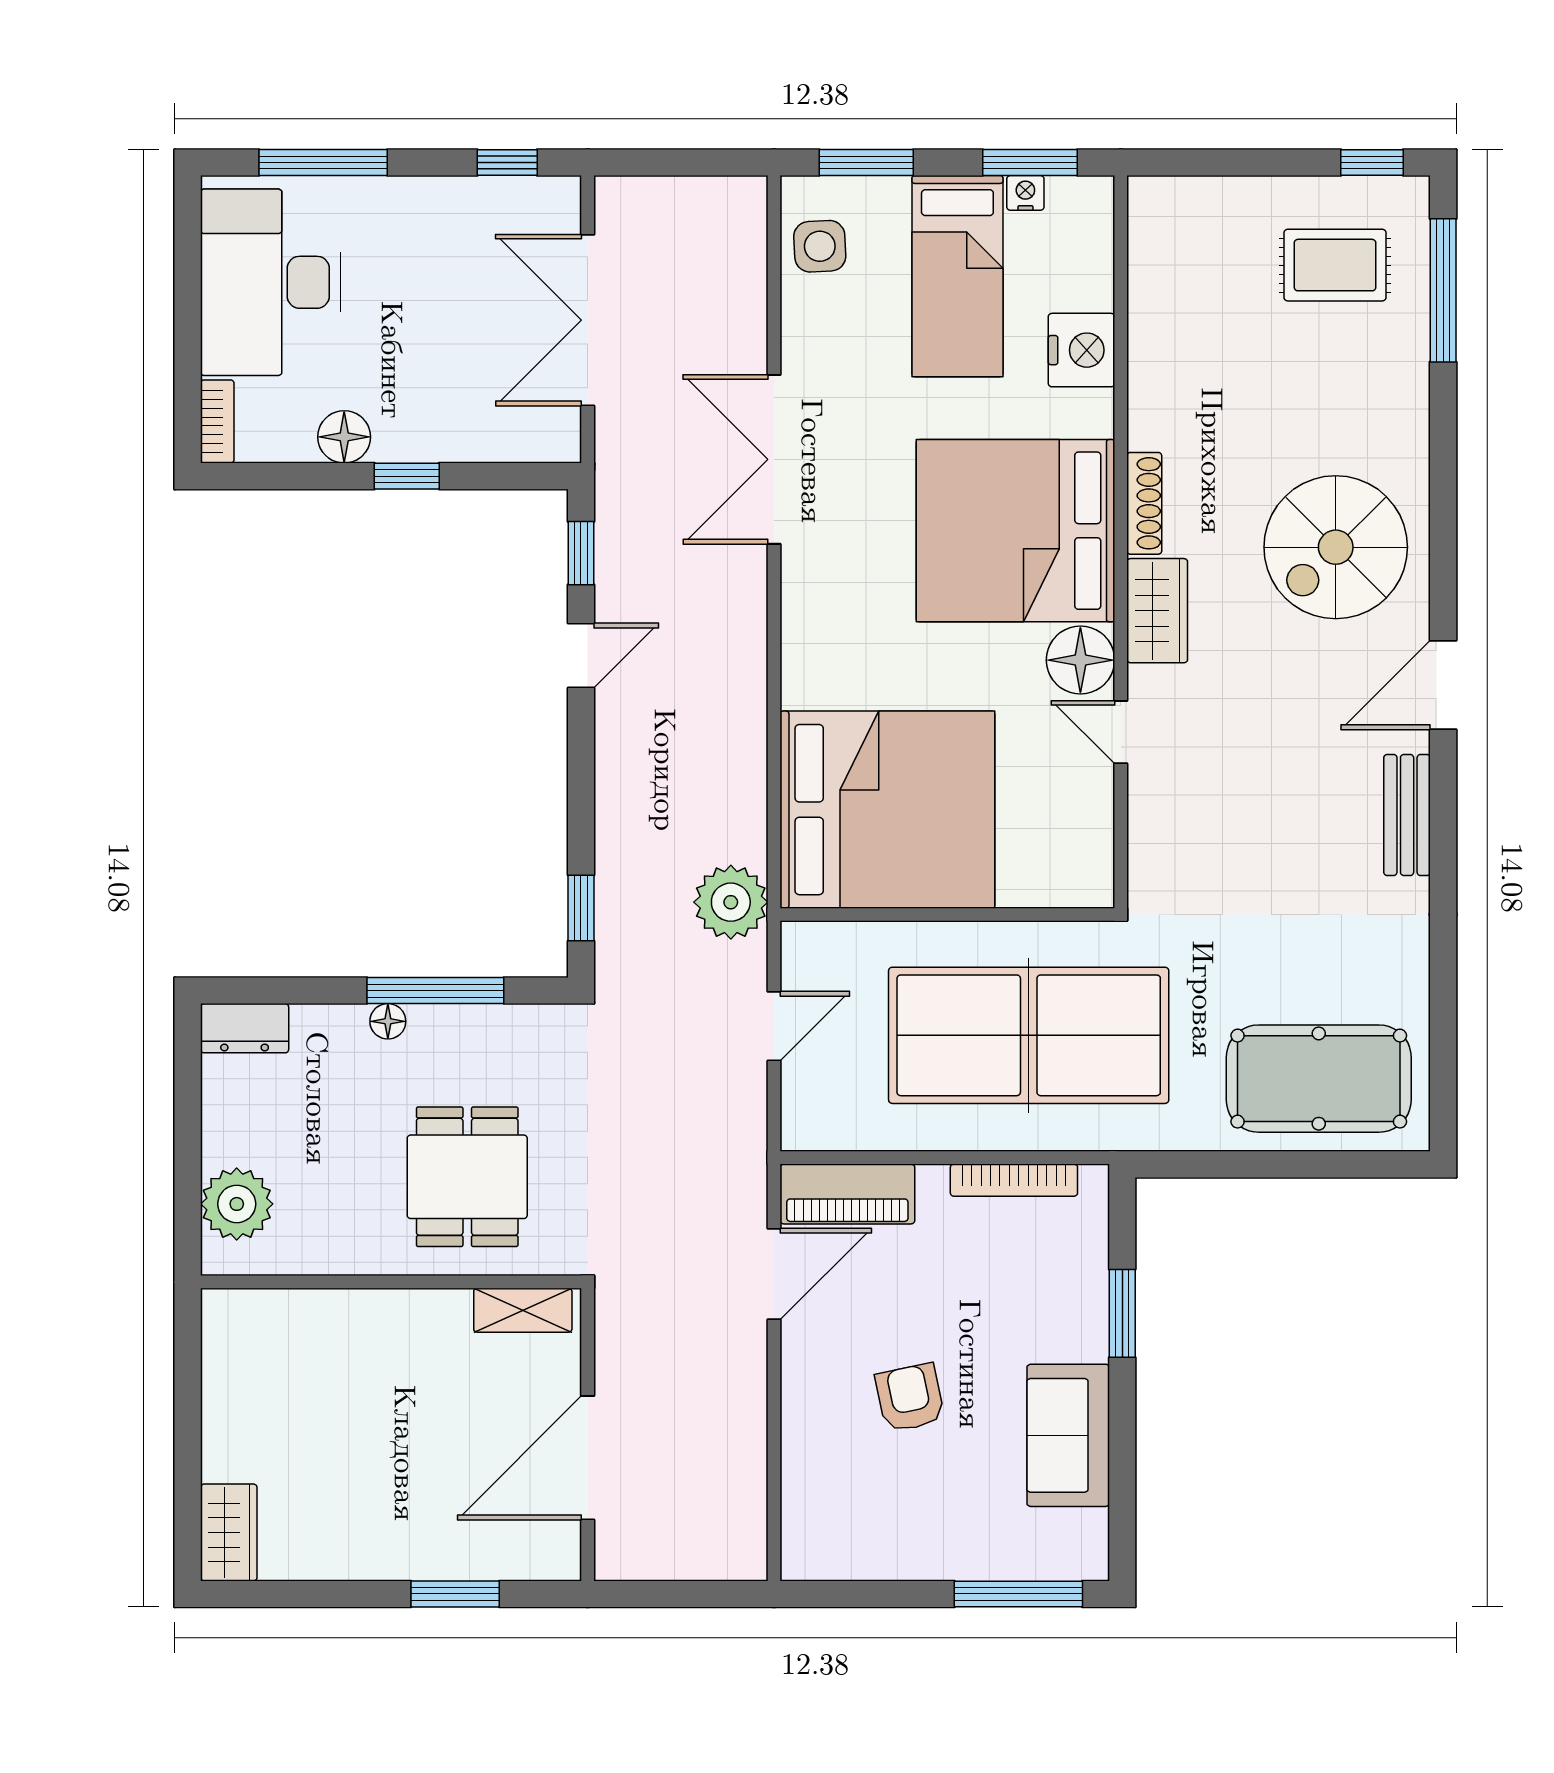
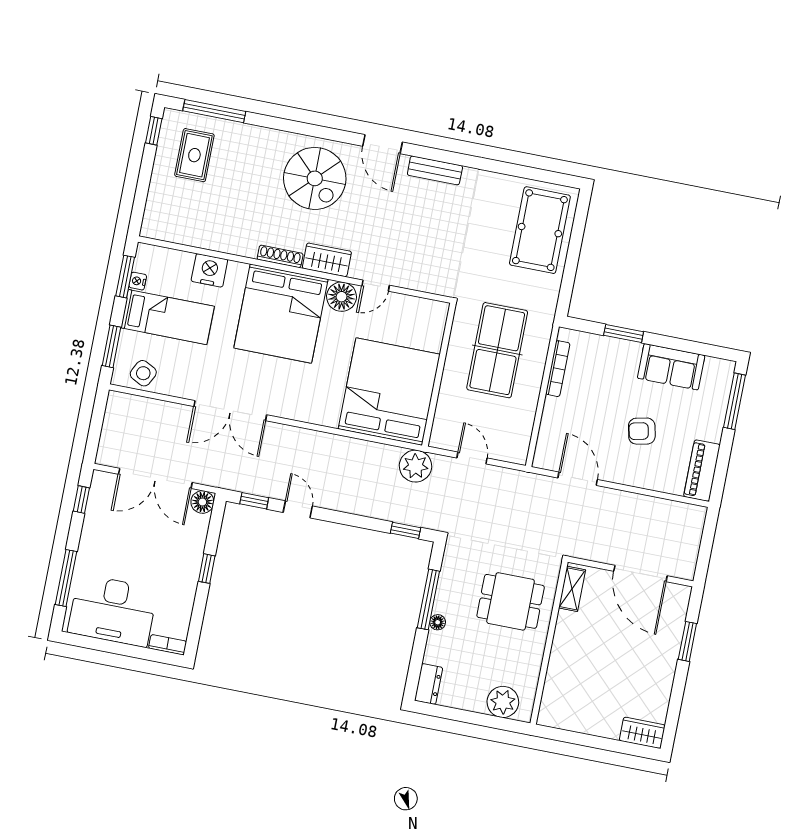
side table: (820, 246) -> (143, 373), turned 30
floor lamp: (344, 437) -> (202, 502), moved
table tennis table: (1029, 1035) -> (497, 350), width x0.73, depth x0.76
piano: (847, 1194) -> (702, 471), moved, turned 180

